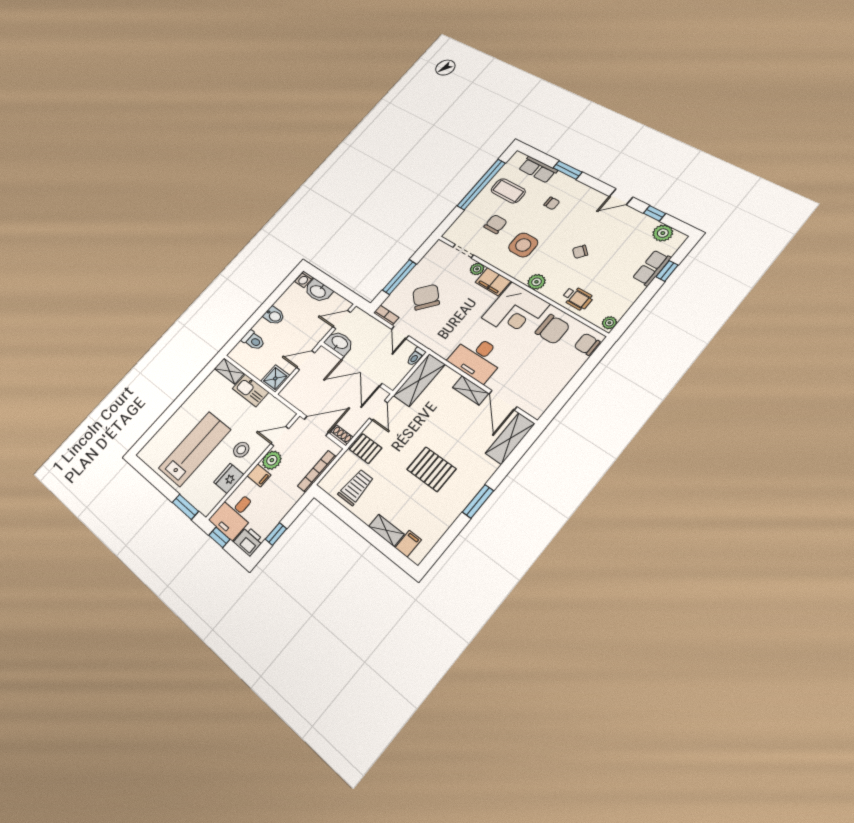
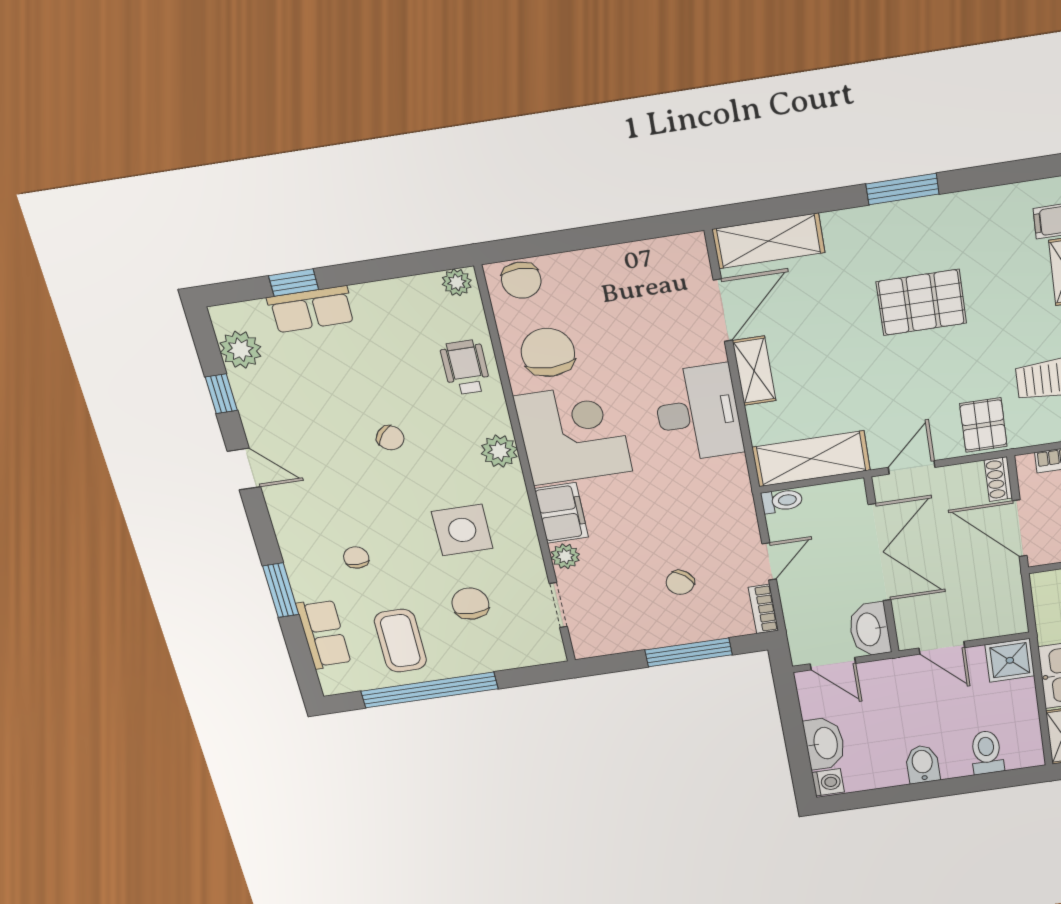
chair: (496, 224) -> (470, 604), turned 90
chair: (426, 297) -> (680, 582), width x0.54, depth x0.54
pallet: (431, 469) -> (921, 302), turned 90

